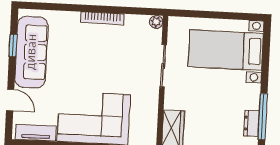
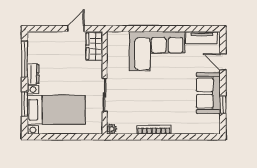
sofa: (31, 52) -> (208, 93), width x0.73
window: (266, 59) -> (25, 104), added
dresser: (252, 123) -> (33, 74), moved

